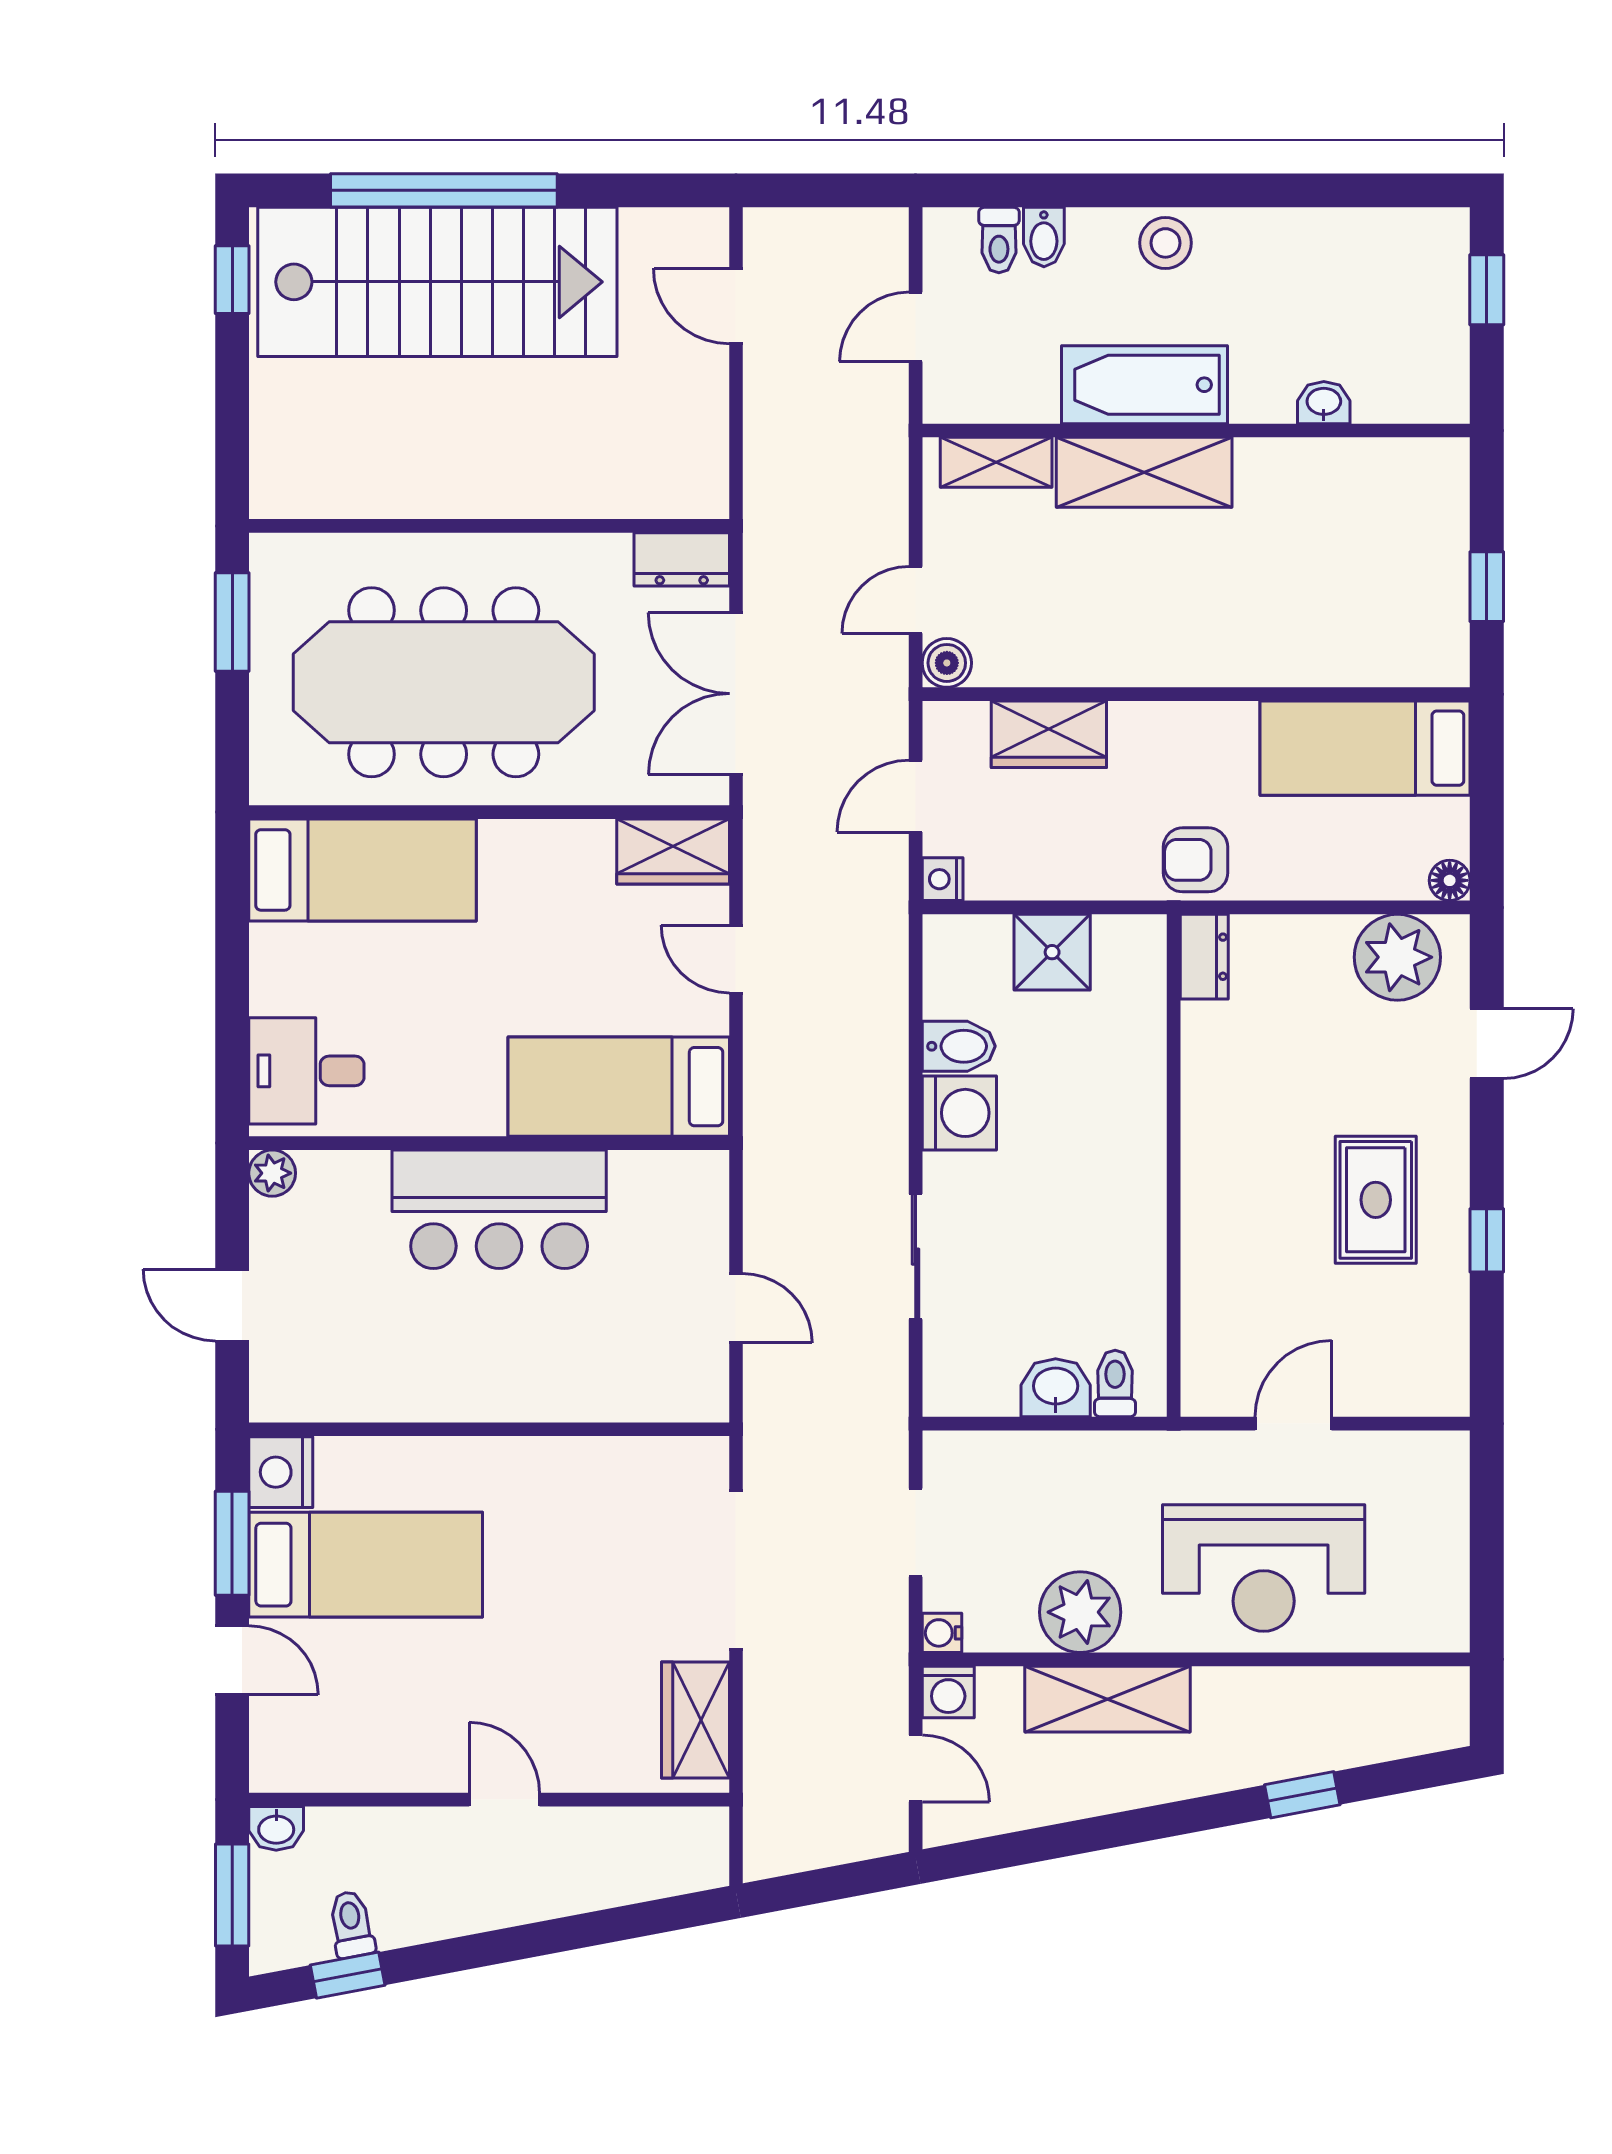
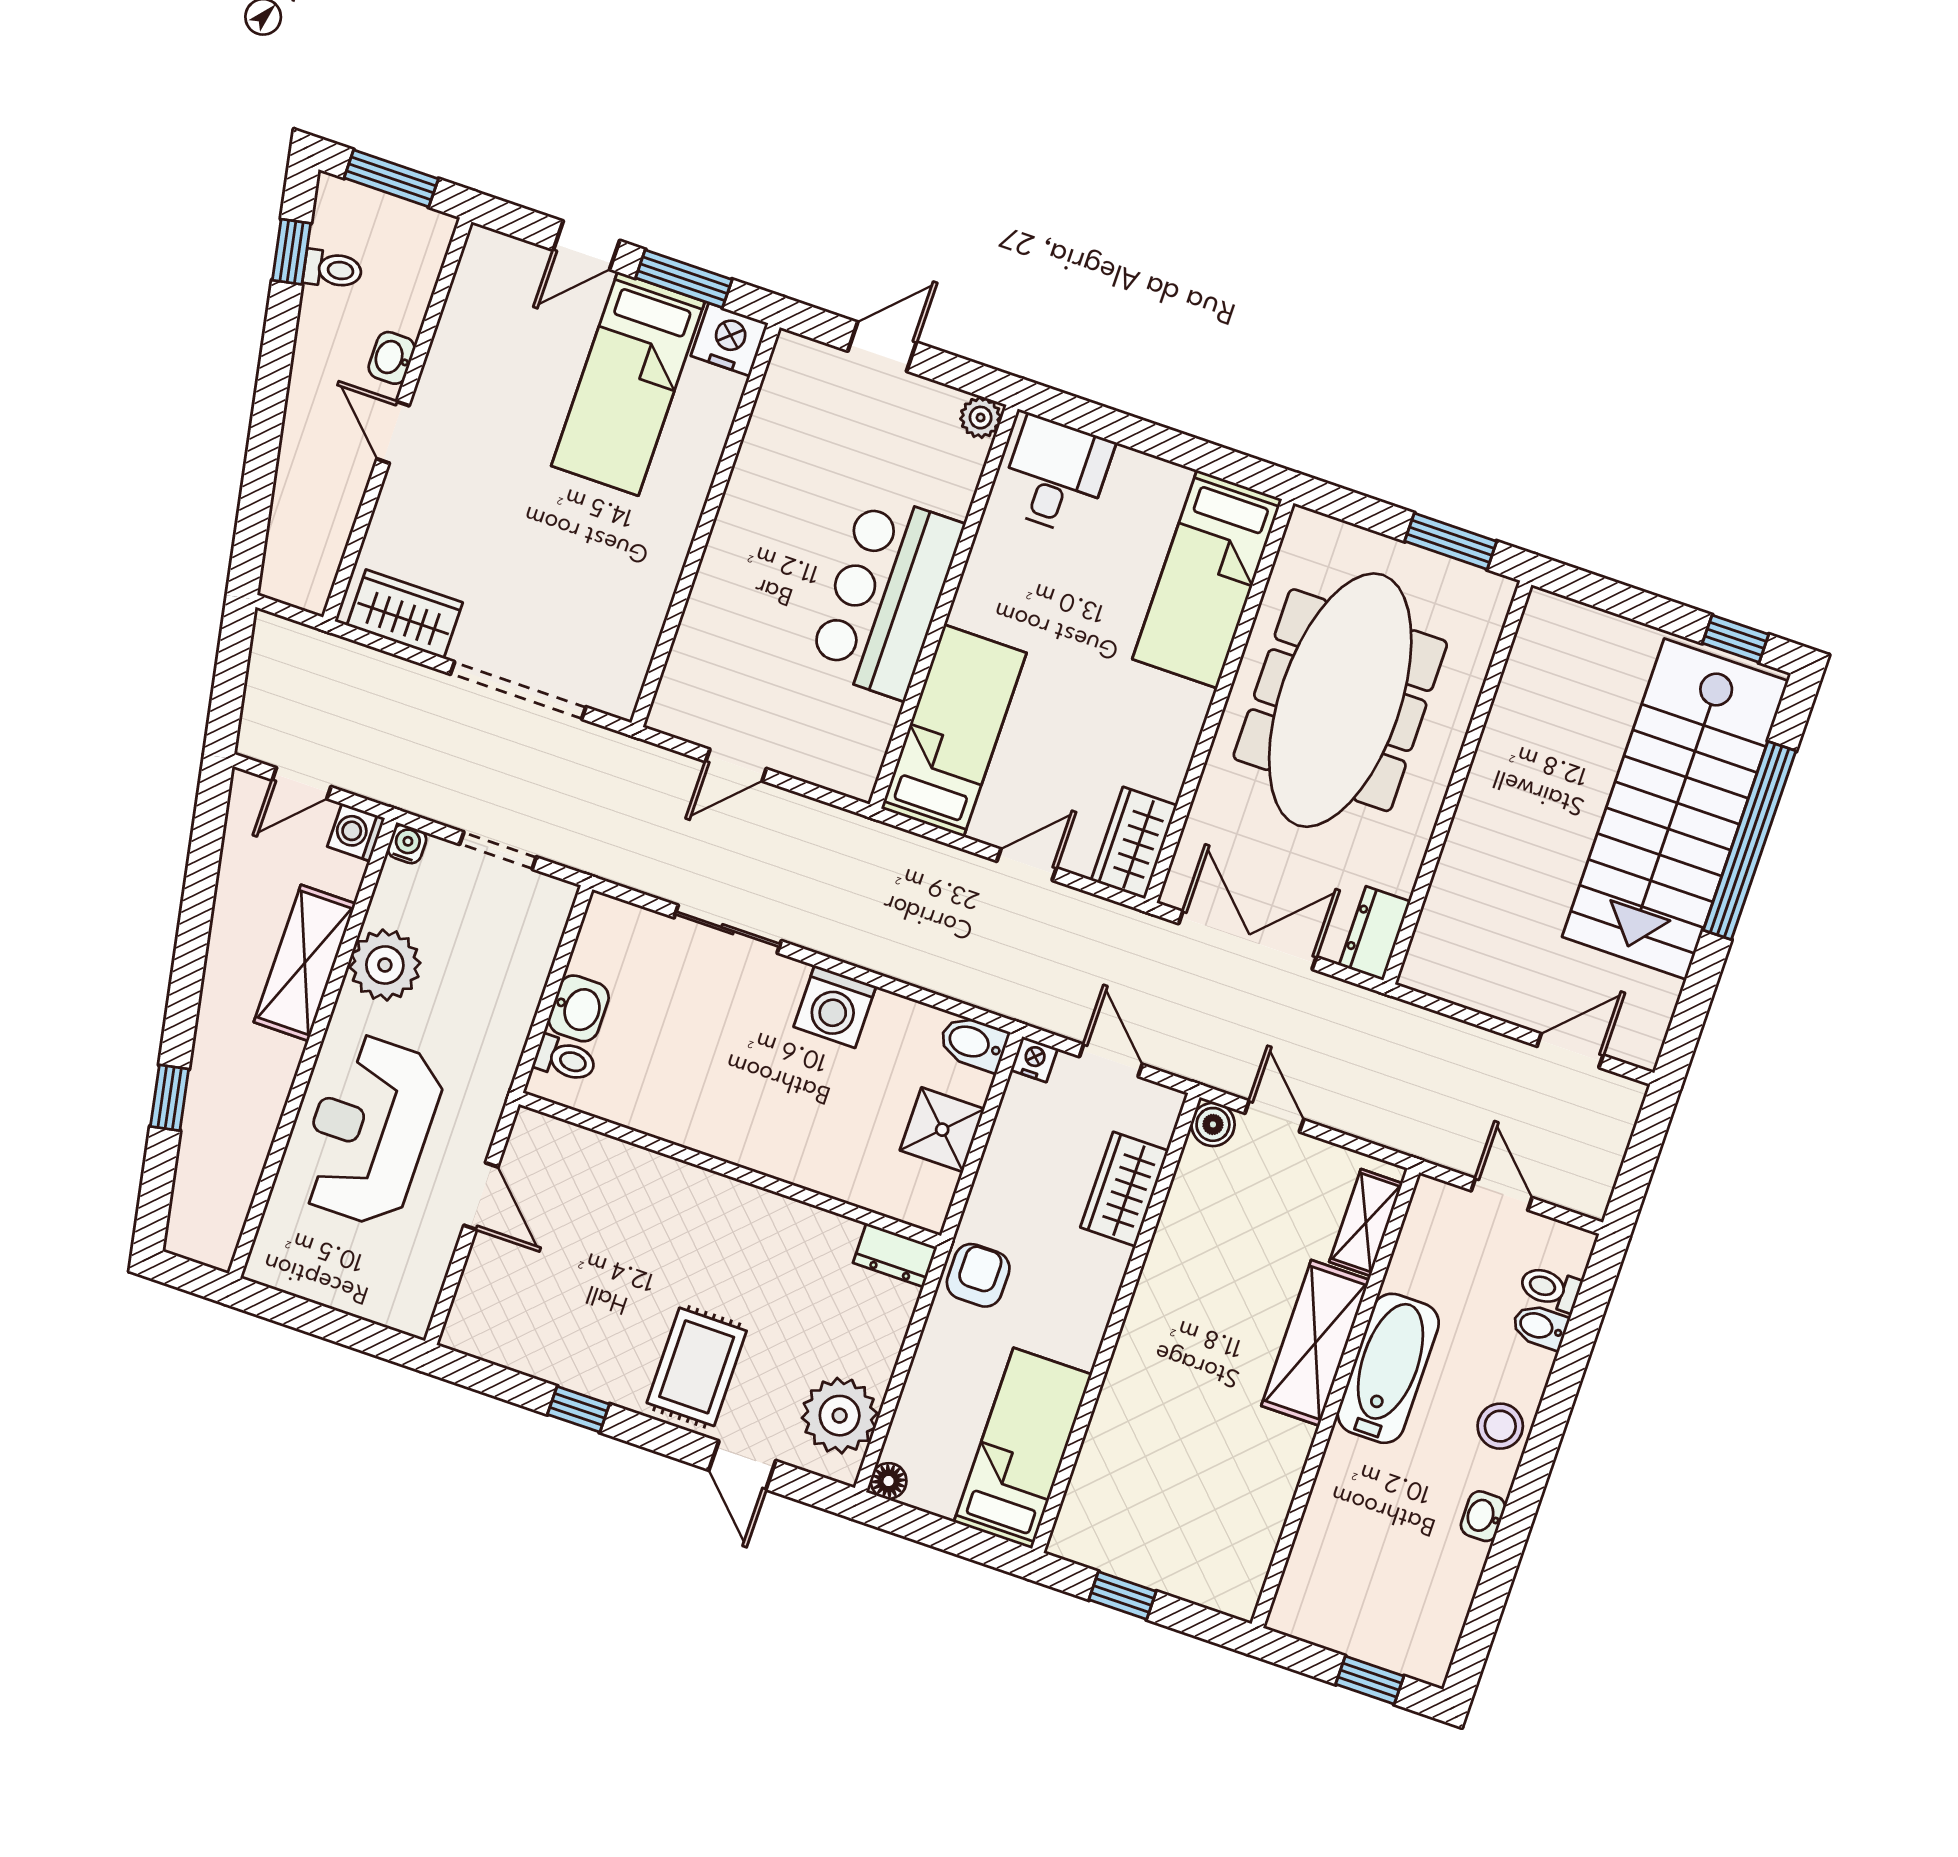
washbasin: (1324, 403) -> (1483, 1516), moved, turned 180
bidet: (959, 1046) -> (973, 1043), moved, turned 90
rug: (1376, 1200) -> (697, 1367), moved, turned 90
door: (504, 1800) -> (393, 432), swing flipped
washbasin: (276, 1828) -> (392, 358), moved

